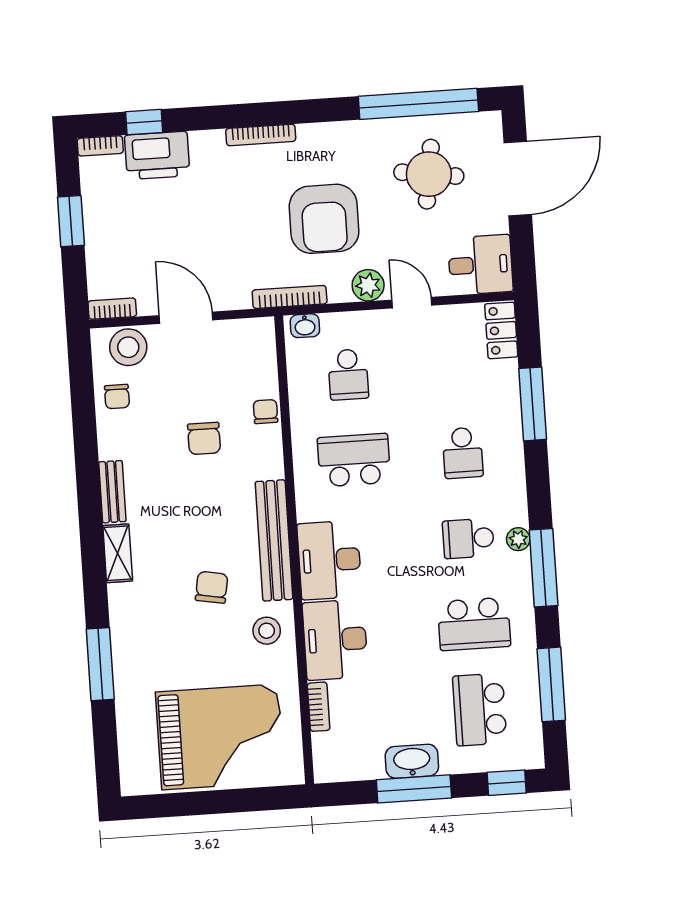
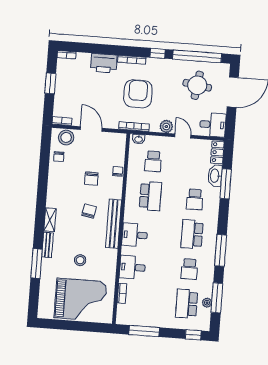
window: (144, 122) -> (158, 53), moved
printer: (157, 156) -> (104, 63), moved
armchair: (324, 219) -> (138, 94), moved, turned 180
school desk: (354, 460) -> (150, 196), turned 90
bench: (112, 492) -> (47, 245), moved
school desk: (468, 538) -> (192, 234), width x1.85
plant: (518, 539) -> (207, 303), moved
desk: (329, 560) -> (135, 235), width x0.73
chair: (212, 587) -> (89, 211), moved
school desk: (474, 624) -> (189, 269), width x0.54
stool: (267, 631) -> (80, 260), moved
desk: (335, 640) -> (132, 267), width x0.73
washbasin: (412, 761) -> (215, 176), moved, turned -90
window: (414, 789) -> (144, 331), moved

